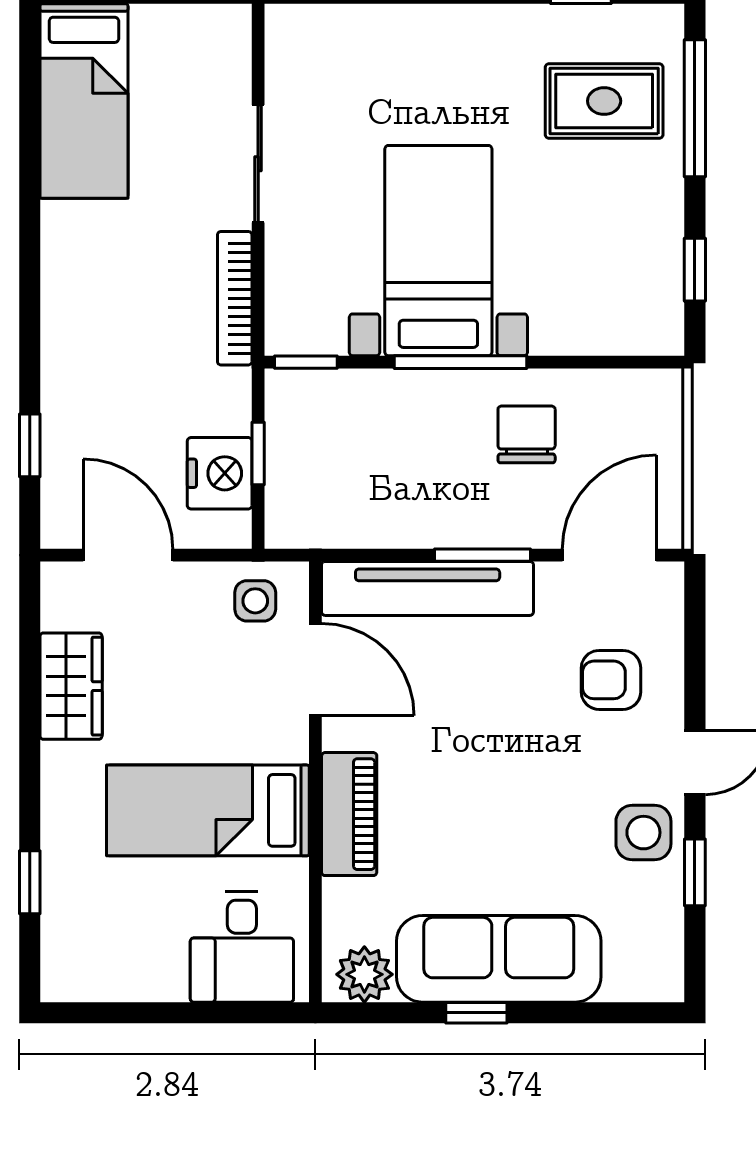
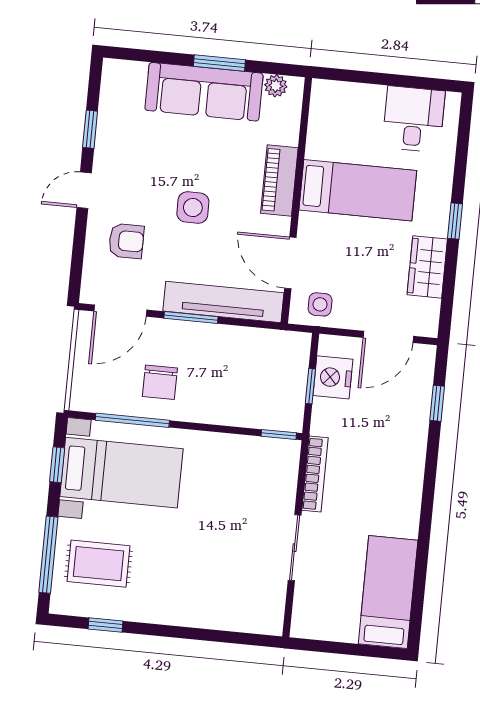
bed with nightstands: (438, 251) -> (121, 473), moved, turned -90
window: (461, 362) -> (132, 420), moved
door: (128, 555) -> (388, 337), hinge flipped
side table: (643, 833) -> (193, 208), moved
window: (30, 882) -> (455, 221), moved
desk: (242, 947) -> (414, 119), moved
plant: (364, 974) -> (276, 86), width x0.73, depth x0.73
window: (476, 1013) -> (219, 63), width x1.50

